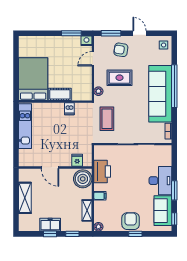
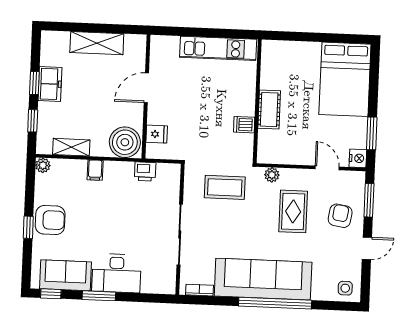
bed: (33, 79) -> (345, 79), moved, turned 90
printer: (102, 171) -> (145, 171), width x0.53, depth x0.68

